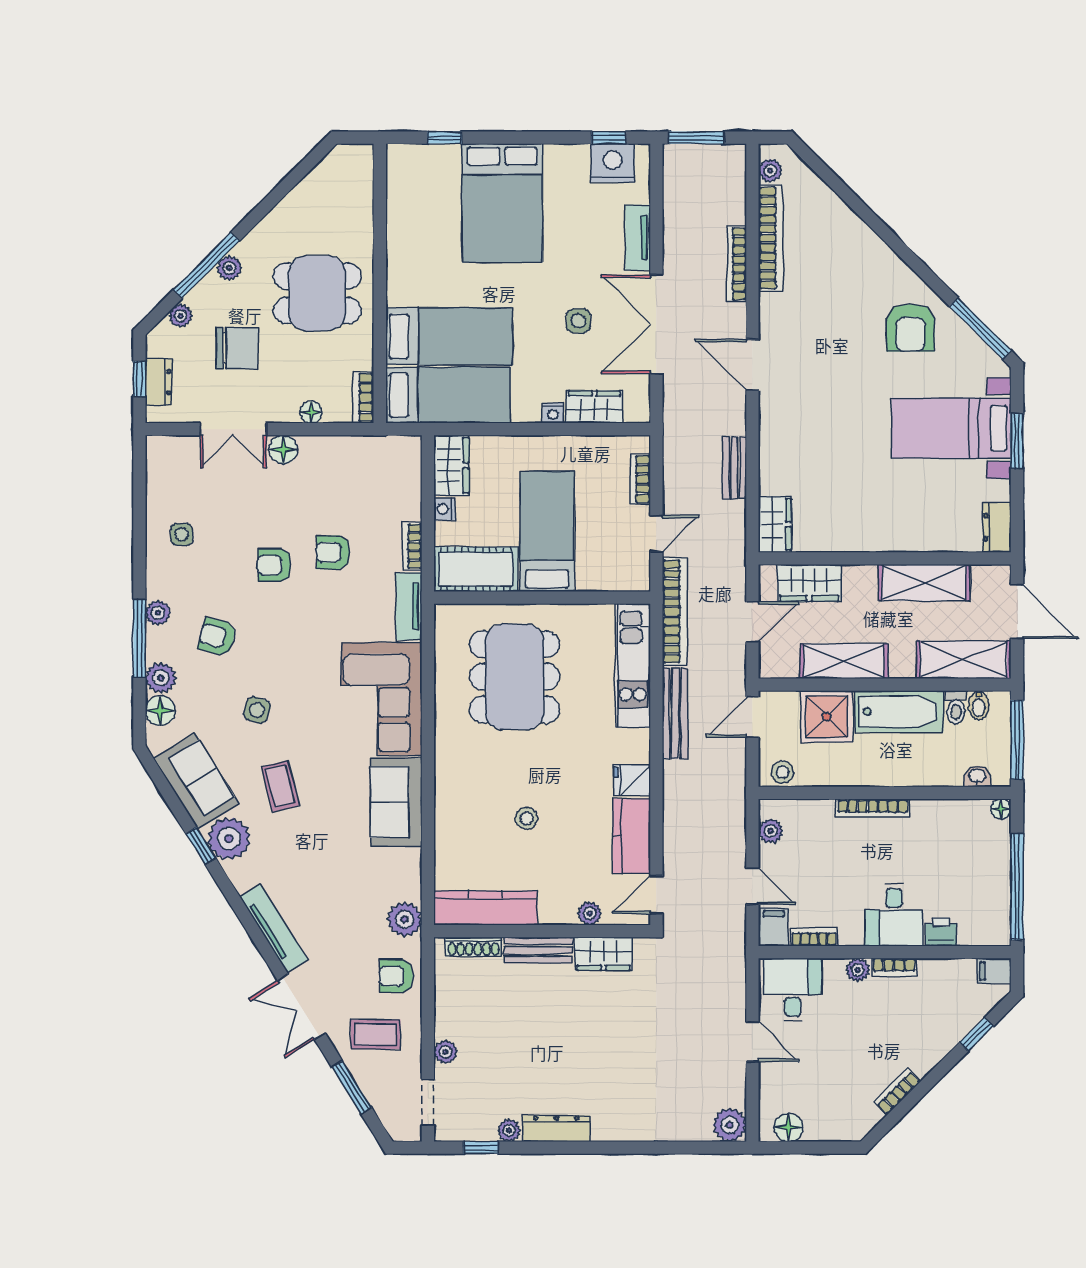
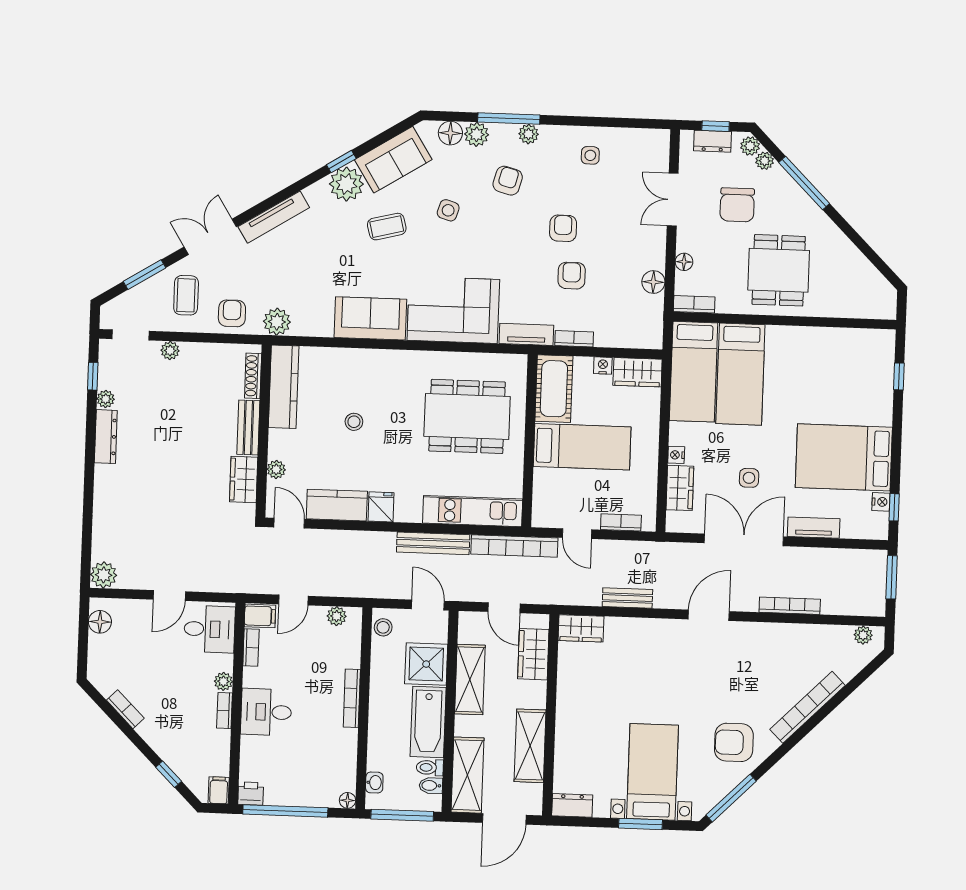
nightstand: (613, 163) -> (881, 502), width x0.53, depth x0.56
bed: (502, 203) -> (844, 457), moved
bookcase: (771, 238) -> (808, 707), moved, turned 135
plant: (229, 268) -> (750, 146), moved
floor lamp: (283, 450) -> (653, 282), moved
printer: (941, 932) -> (251, 793), moved, turned -90

